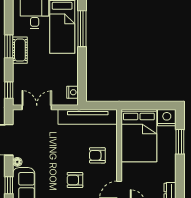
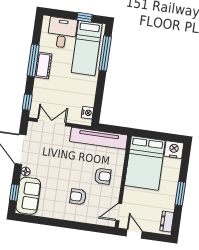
window: (9, 46) -> (33, 60), width x1.44
window: (180, 142) -> (180, 194), moved
armchair: (97, 155) -> (103, 176), turned 180

